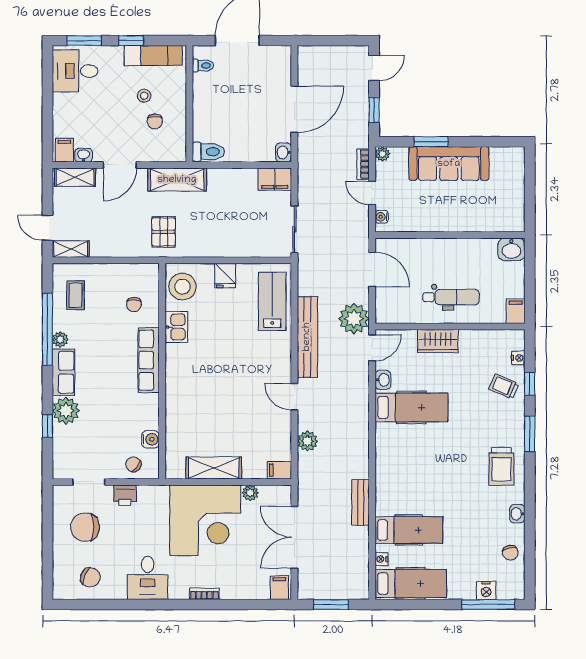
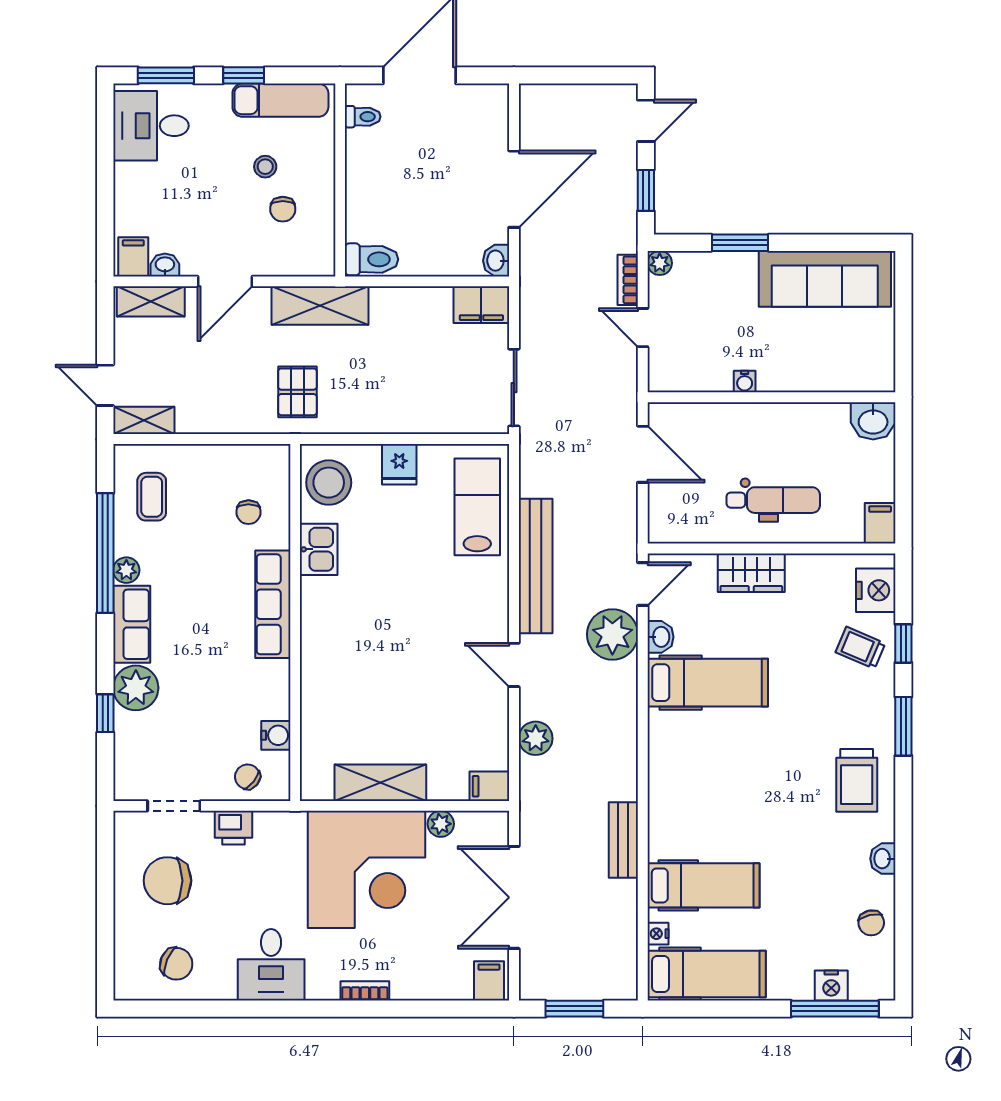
sofa: (449, 164) -> (825, 279), moved
water cooler: (382, 217) -> (745, 382), moved, turned -90
plant: (354, 319) -> (612, 634), moved
nightstand: (518, 358) -> (876, 590), width x1.89, depth x1.79

